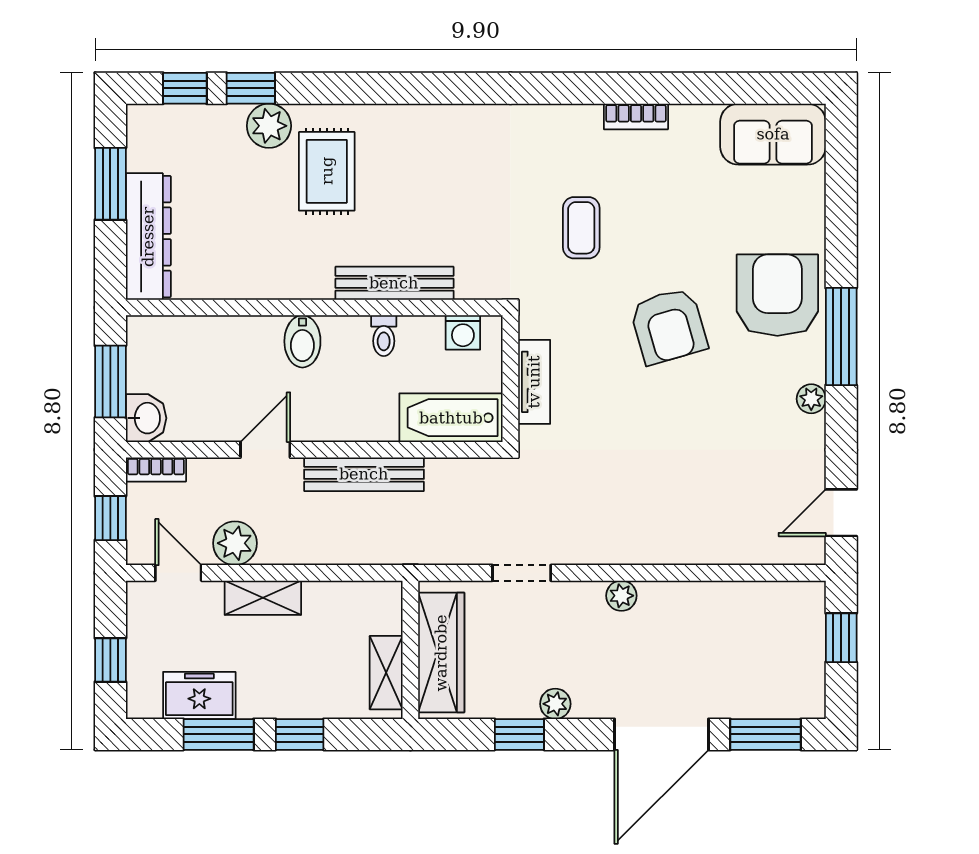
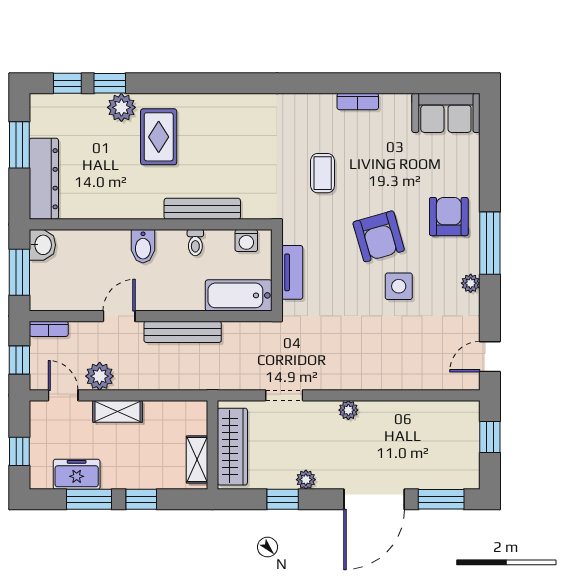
armchair: (777, 295) -> (449, 217), width x0.73, depth x0.73
side table: (700, 403) -> (399, 286), added
washbasin: (146, 418) -> (42, 245), moved

